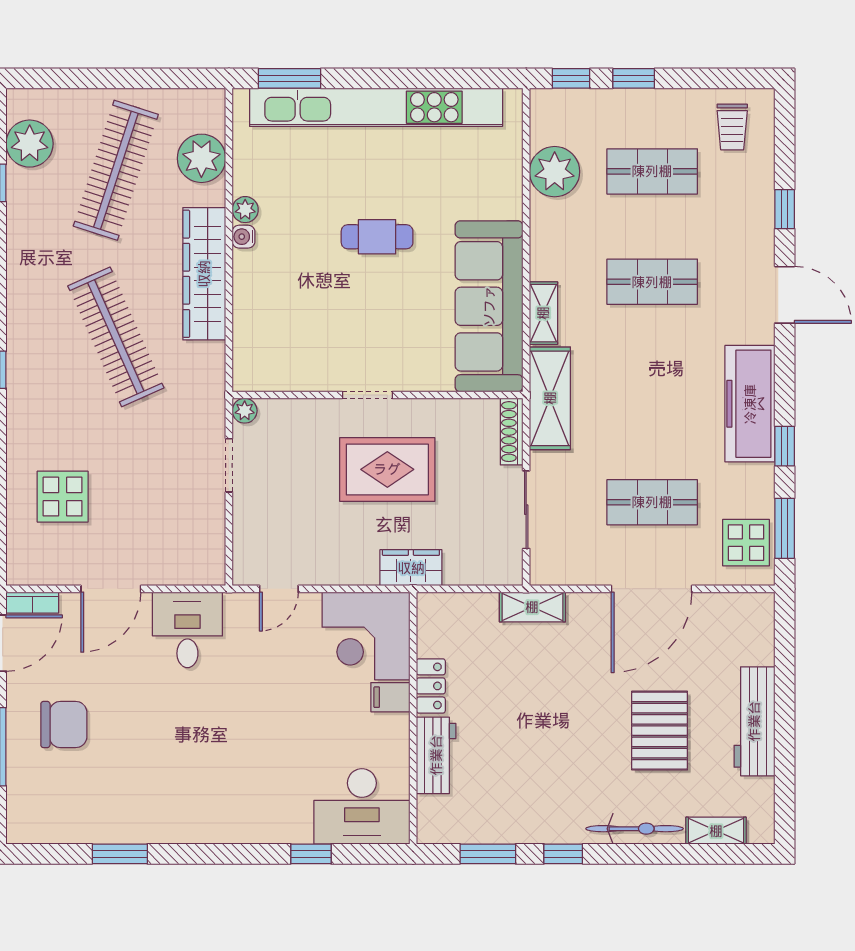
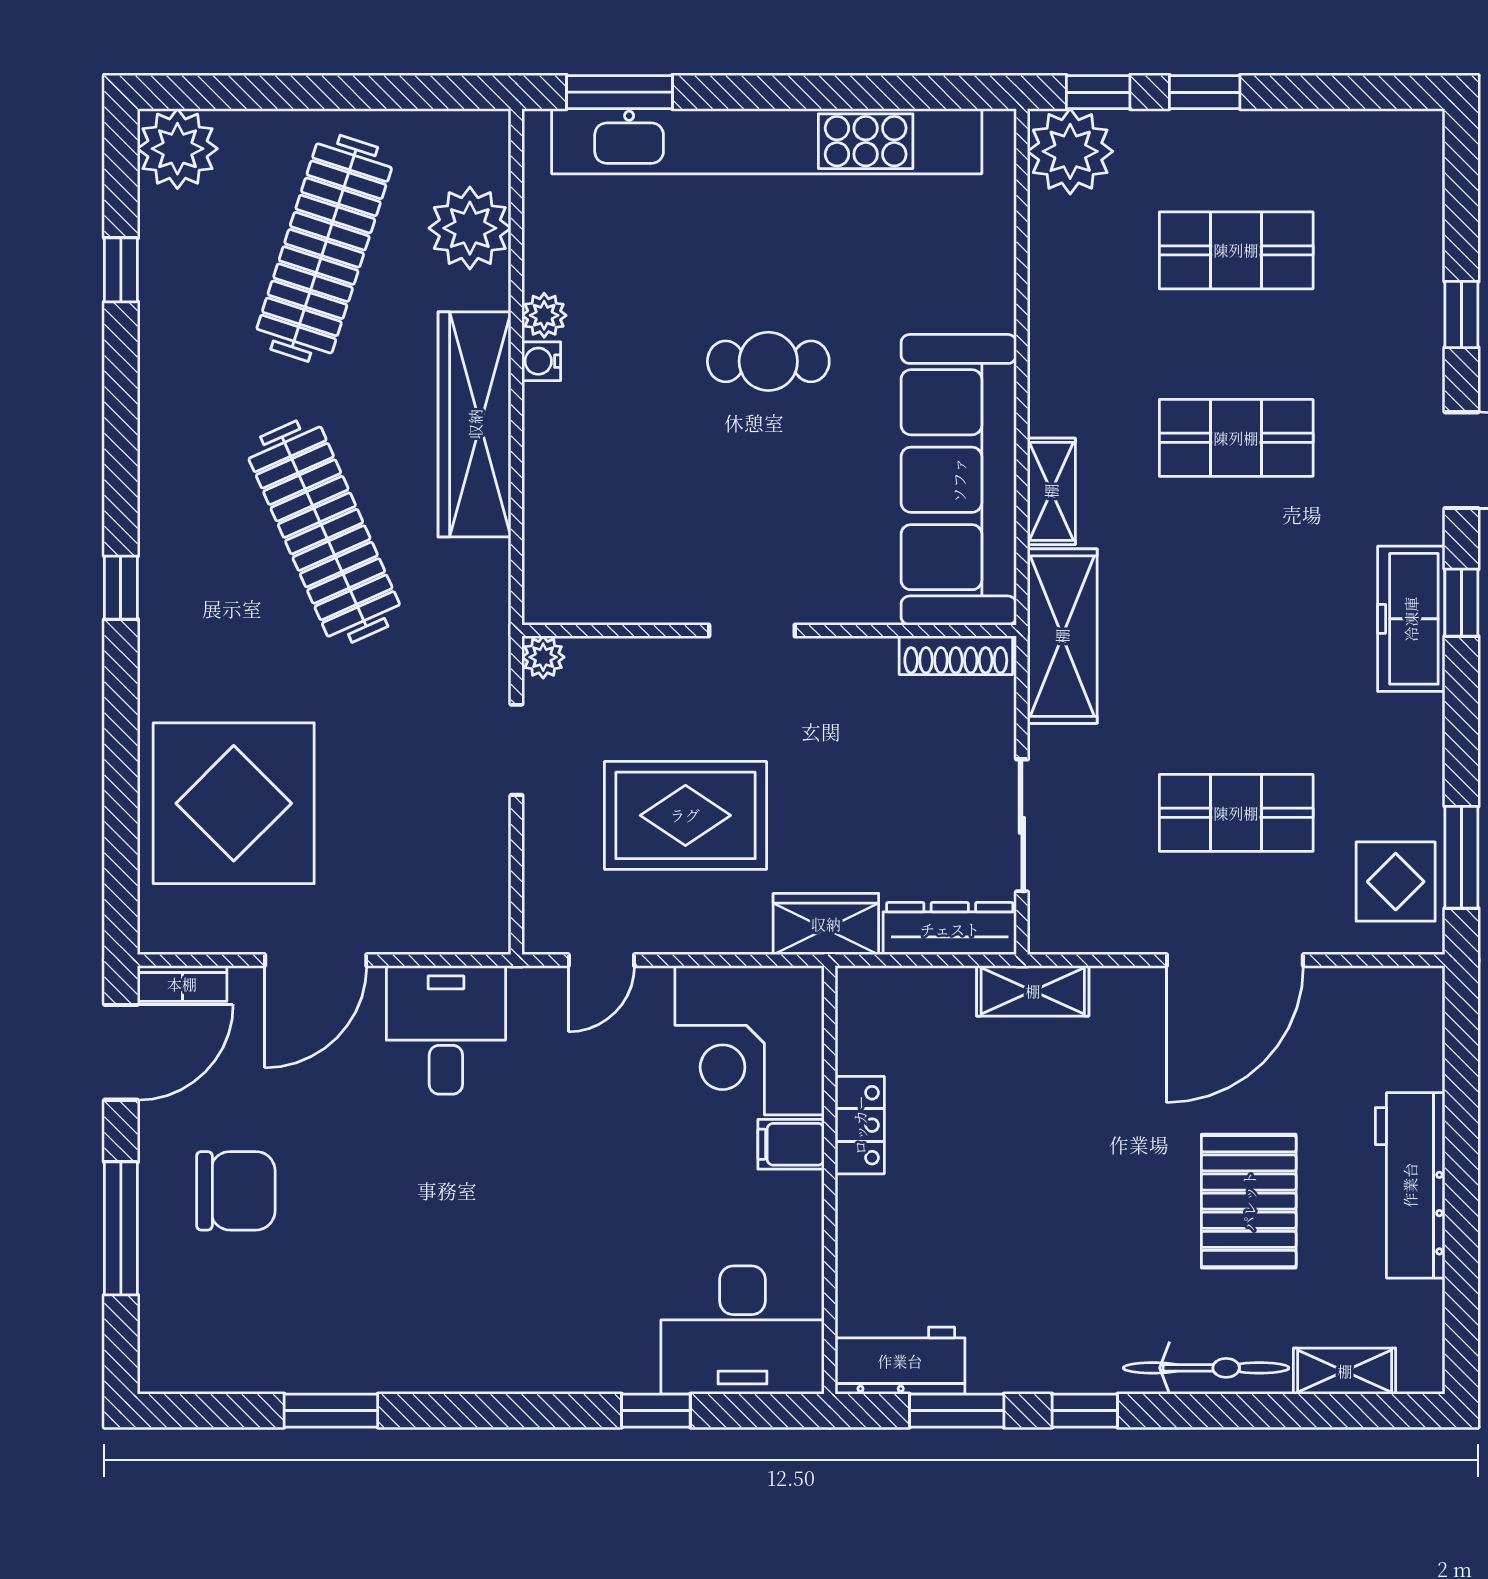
trolley: (732, 127) -> (1372, 175), removed
plant: (30, 144) -> (177, 149), moved
plant: (555, 172) -> (1070, 151), moved
freezer: (750, 404) -> (1411, 619), width x0.73, depth x0.79
shoe rack: (512, 432) -> (956, 655), moved, turned -90
window: (785, 446) -> (1461, 603), moved
rug: (387, 469) -> (685, 815), moved
display table: (63, 497) -> (234, 803), width x1.86, depth x1.86
dresser: (484, 570) -> (950, 929), added
workbench: (436, 755) -> (900, 1361), moved, turned -90

